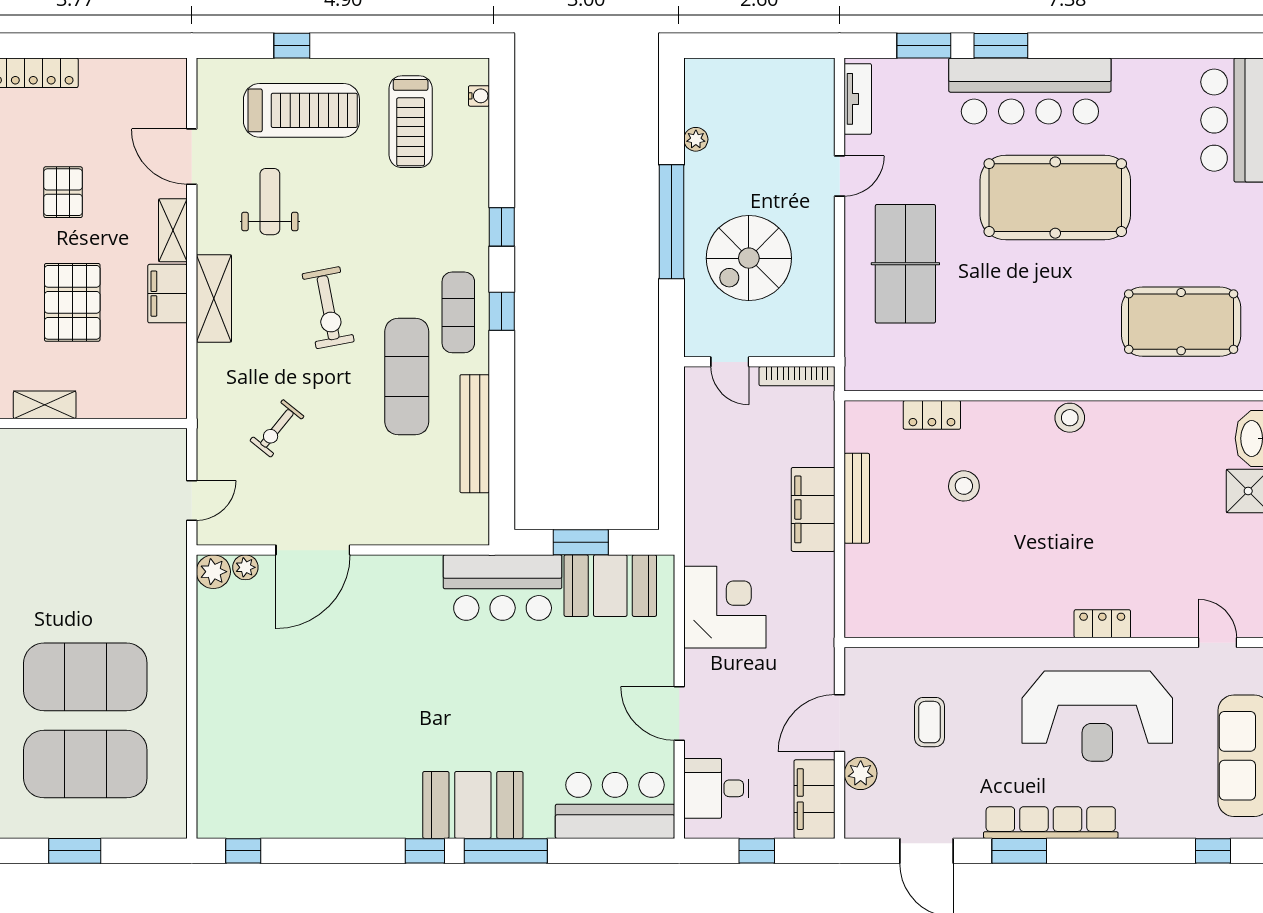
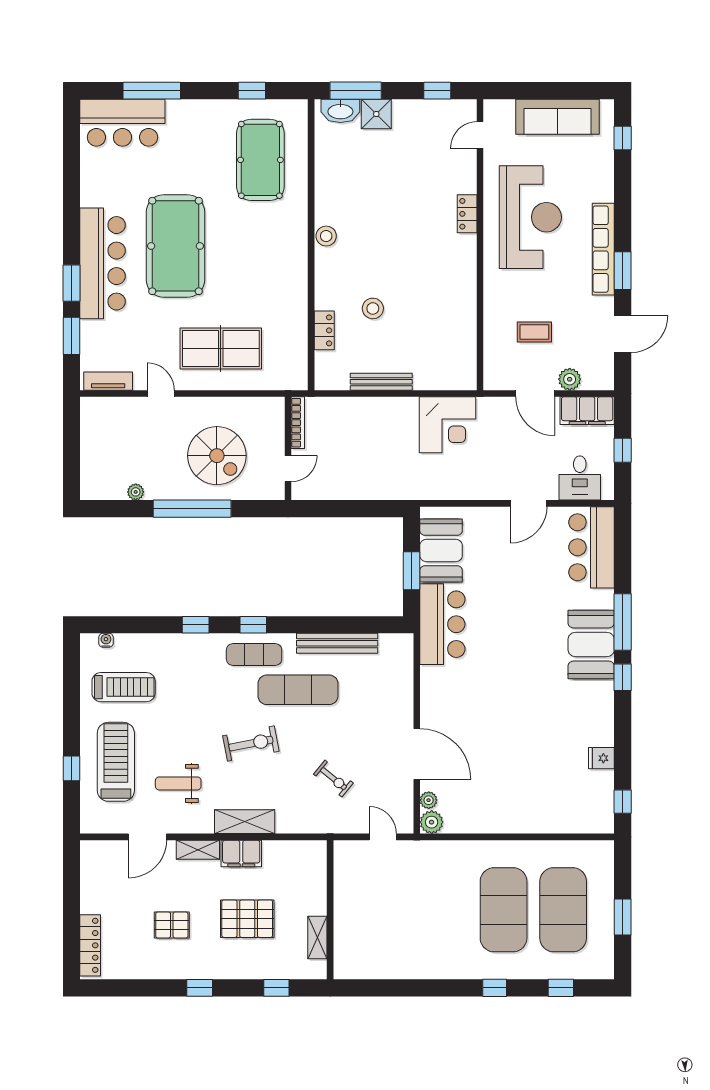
filing cabinet: (813, 509) -> (389, 412), removed
corner desk: (725, 607) -> (447, 425), moved, turned 180
fridge: (307, 820) -> (601, 758), added

